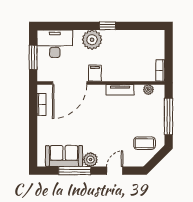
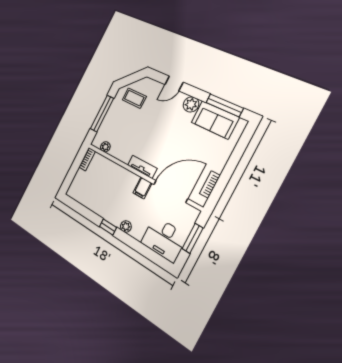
plant: (92, 40) -> (126, 227), width x0.53, depth x0.53
tv unit: (120, 90) -> (142, 167), moved
window: (75, 171) -> (225, 105), moved

